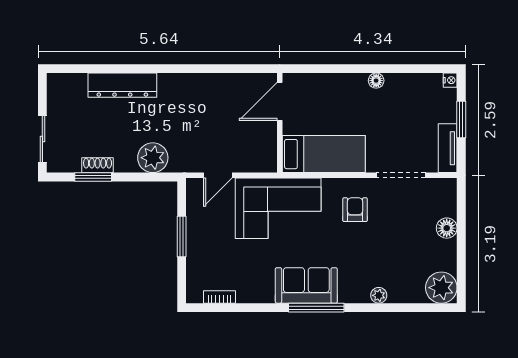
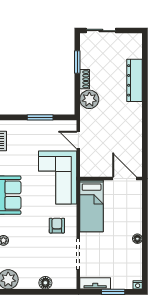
shoe rack: (98, 165) -> (85, 79), moved
armchair: (355, 210) -> (57, 226), turned -90

